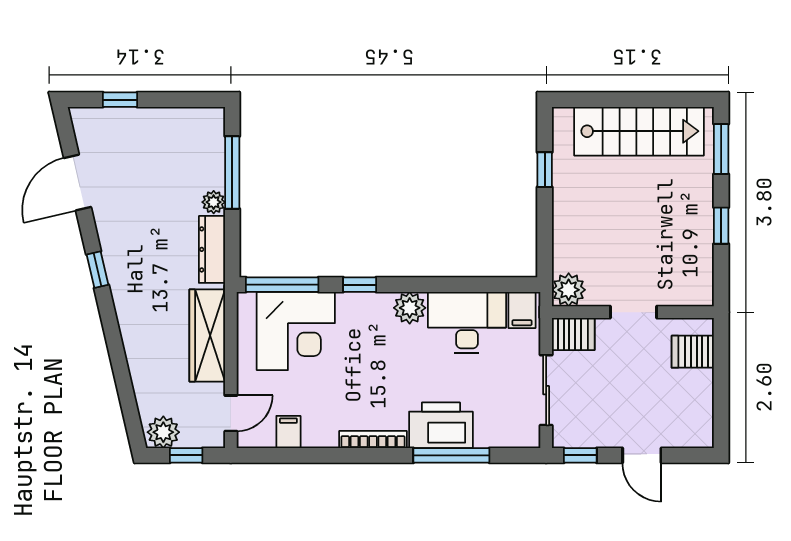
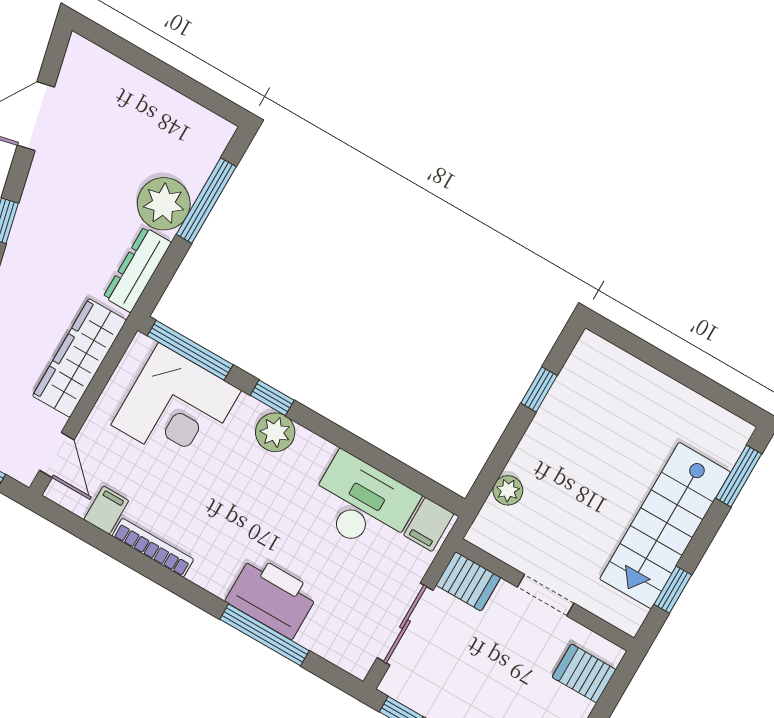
window: (120, 100) -> (132, 54), removed
stairs: (639, 131) -> (665, 526), moved, turned 90
plant: (214, 202) -> (164, 204), width x1.88, depth x1.88
window: (721, 226) -> (673, 590), moved
plant: (569, 290) -> (508, 490), moved, width x0.73, depth x0.73
plant: (410, 308) -> (275, 432), moved
door: (231, 413) -> (57, 455), hinge flipped
bookcase: (373, 439) -> (153, 548), moved

